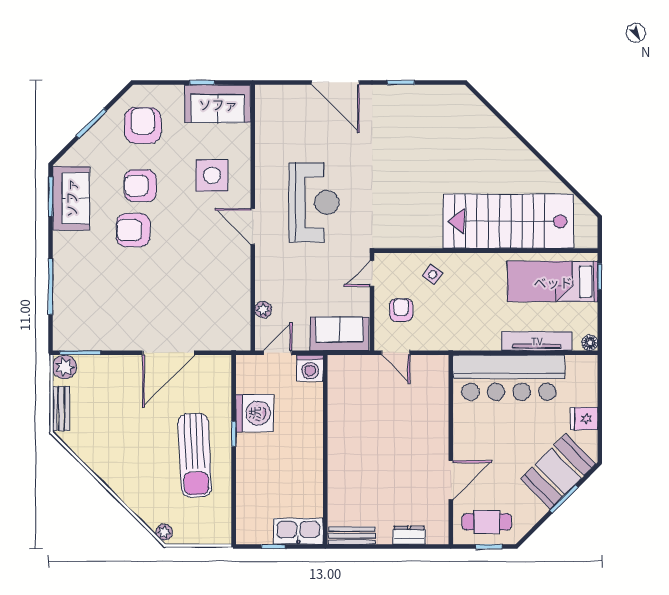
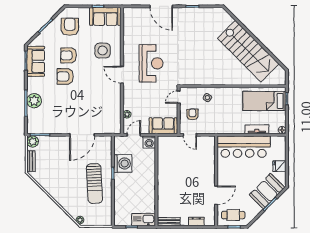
stairs: (508, 221) -> (248, 51), moved, turned -135
plant: (68, 281) -> (34, 101), added
tv unit: (537, 341) -> (257, 129), width x0.71

